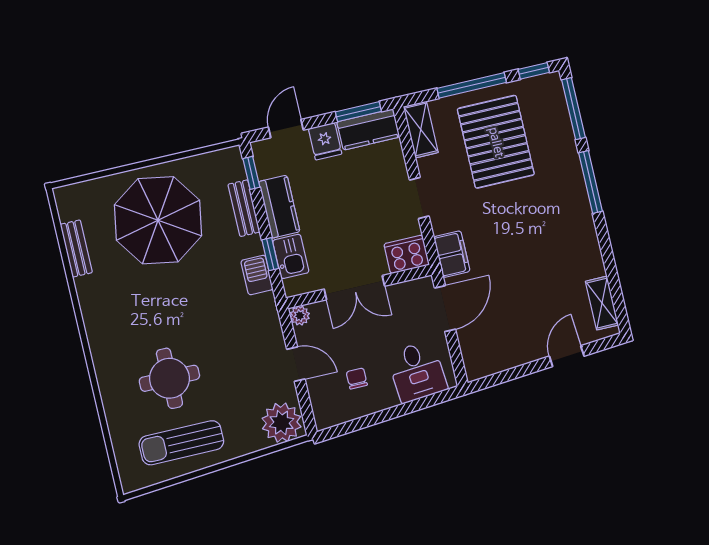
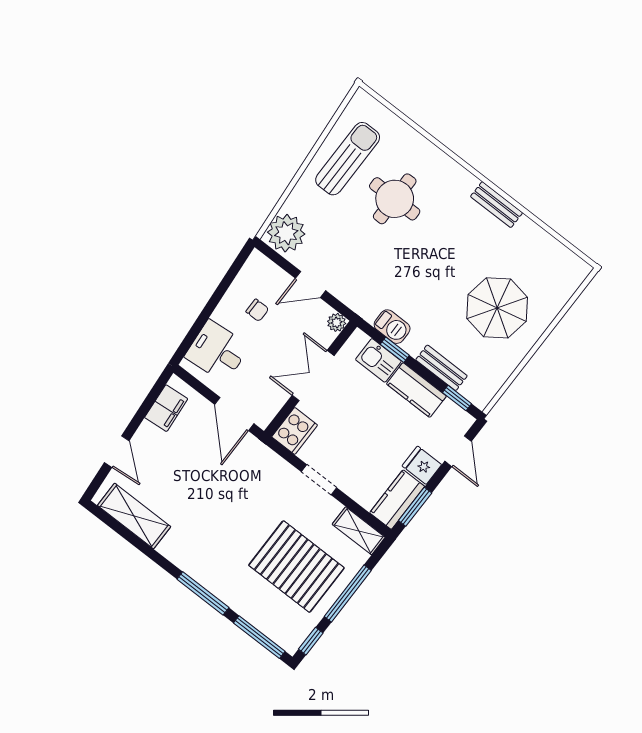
parasol: (158, 220) -> (497, 308), width x0.73, depth x0.73
bench: (76, 248) -> (497, 205), moved
filing cabinet: (452, 254) -> (166, 408), moved, turned -95
shelving: (602, 303) -> (134, 516), width x1.50, depth x1.33

